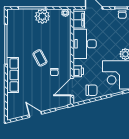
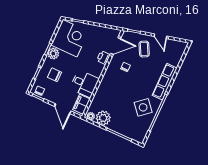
plant: (42, 16) -> (103, 118), moved
side table: (21, 43) -> (143, 107), added
desk: (85, 44) -> (84, 84), width x0.73
coffee table: (40, 58) -> (144, 49), moved
chair: (92, 90) -> (54, 75), moved

